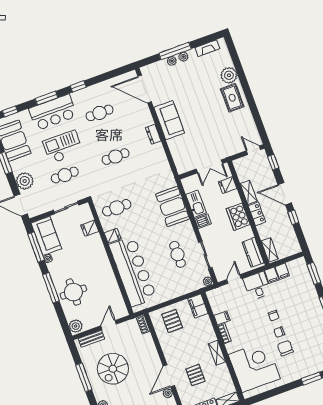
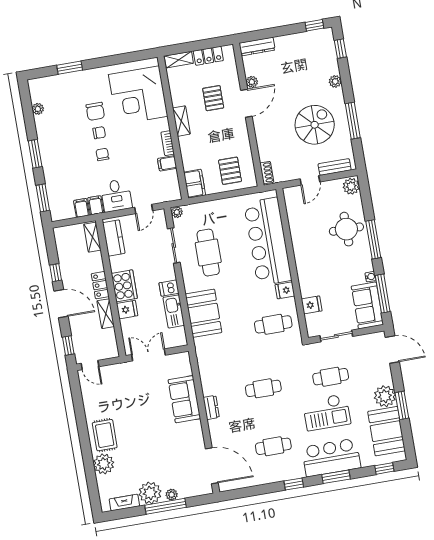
plant: (183, 57) -> (150, 493), width x1.88, depth x1.88
sofa: (169, 120) -> (184, 399), moved
plant: (25, 181) -> (385, 396), moved
fridge: (228, 185) -> (127, 310), moved
cafe table: (178, 254) -> (208, 253), width x1.37, depth x1.35

